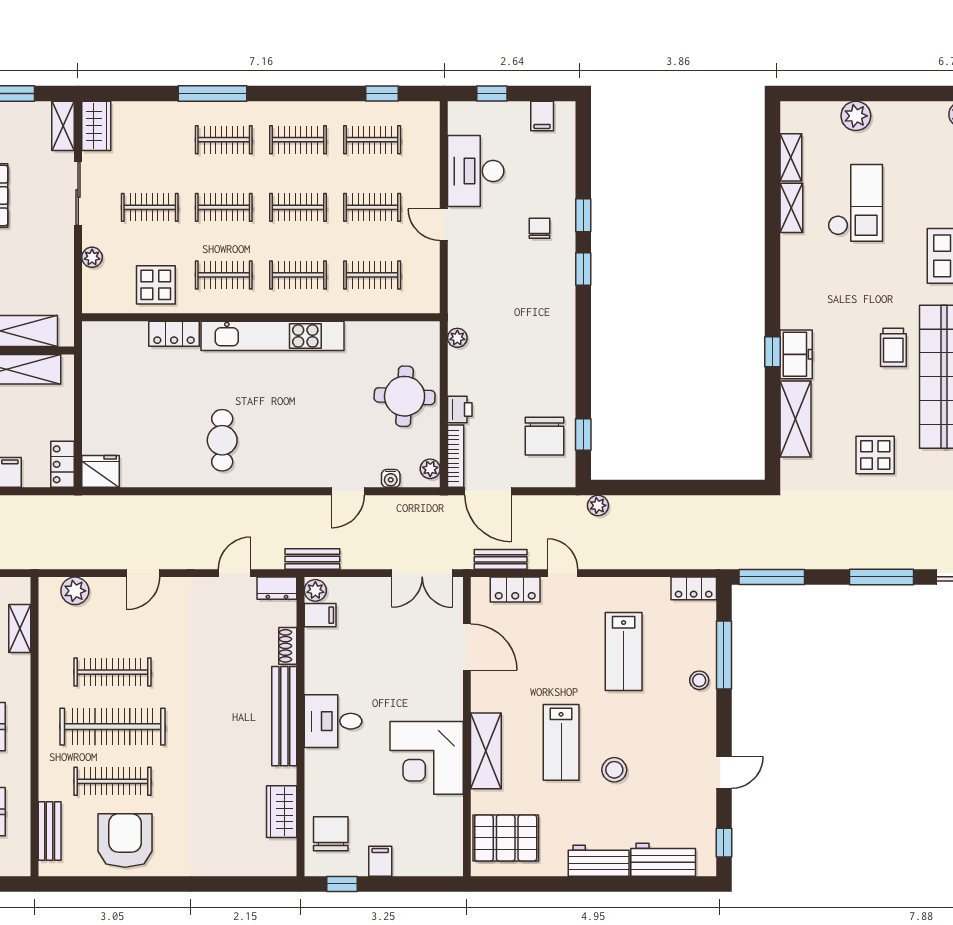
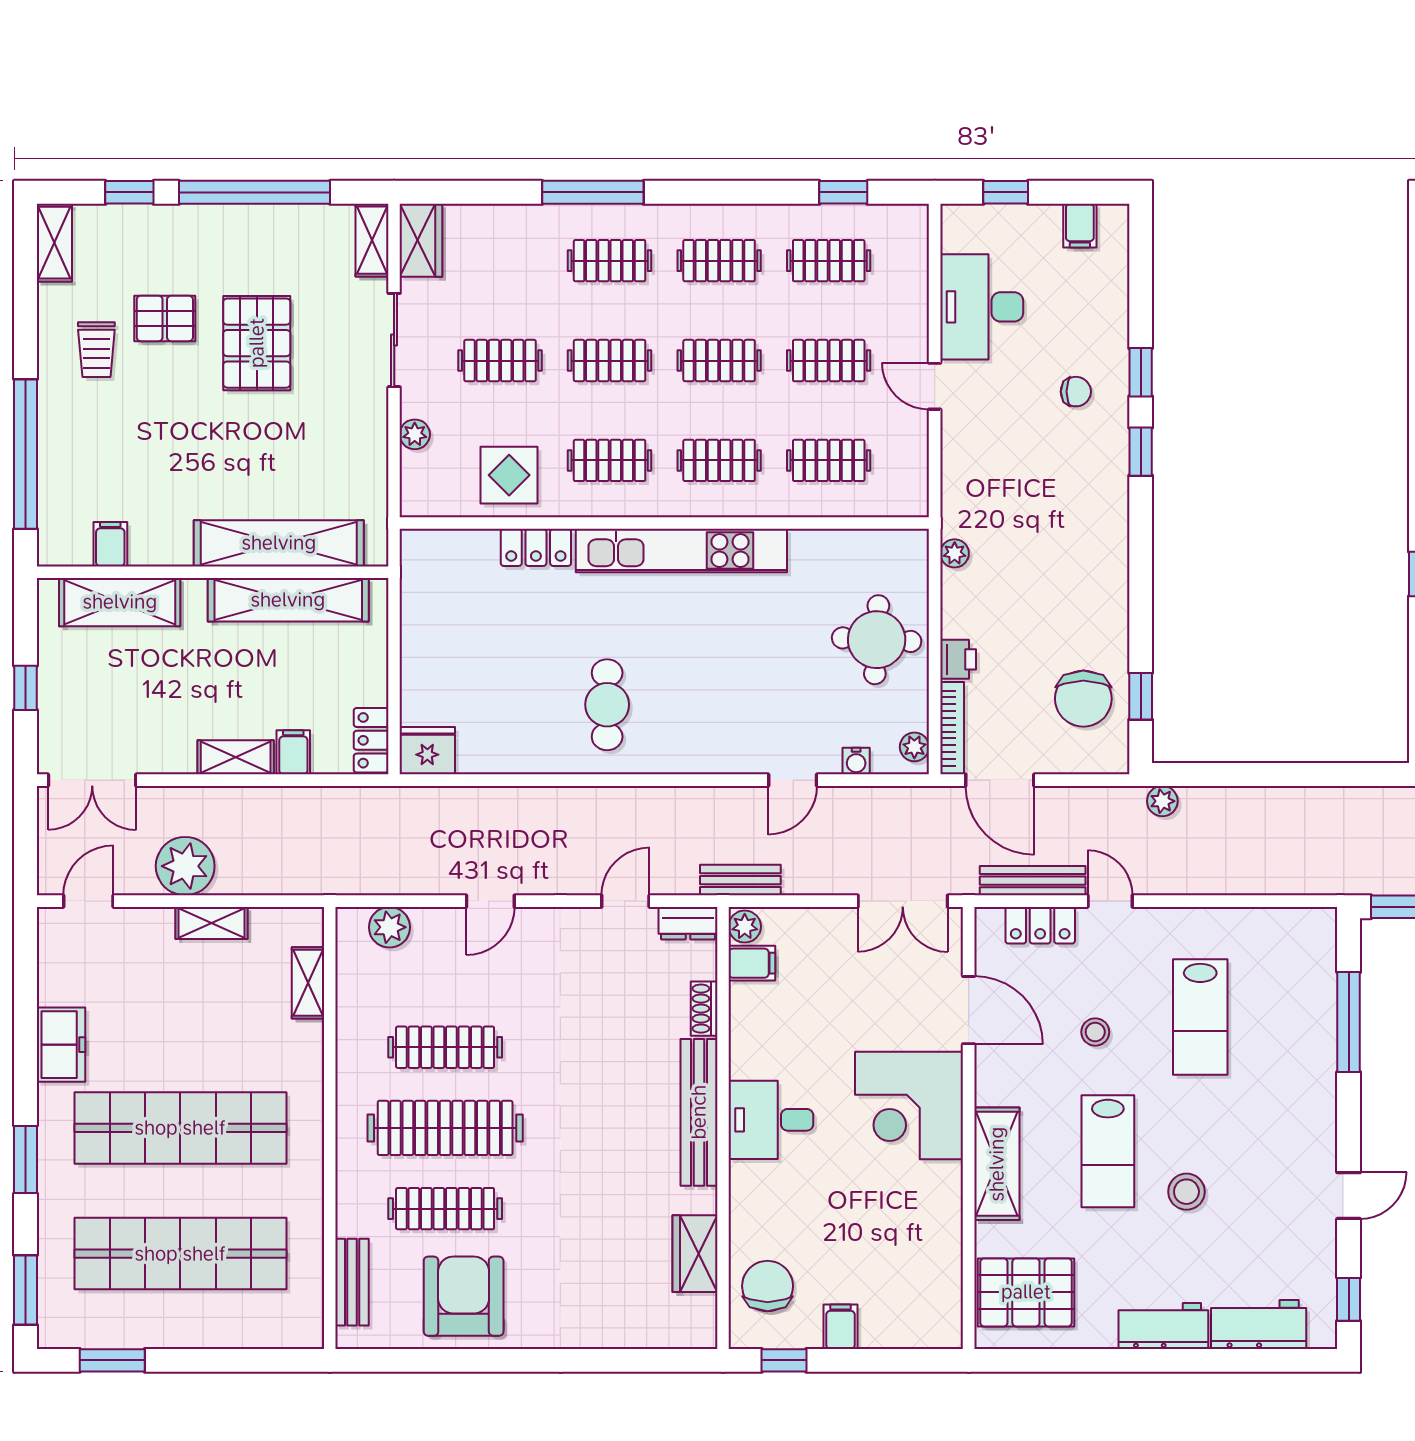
chair: (539, 228) -> (1076, 392), turned 90
bench: (501, 559) -> (1033, 881), width x1.36
locker: (694, 588) -> (1304, 924), removed
stool: (699, 680) -> (1095, 1032), moved
corner desk: (427, 758) -> (909, 1106), moved

